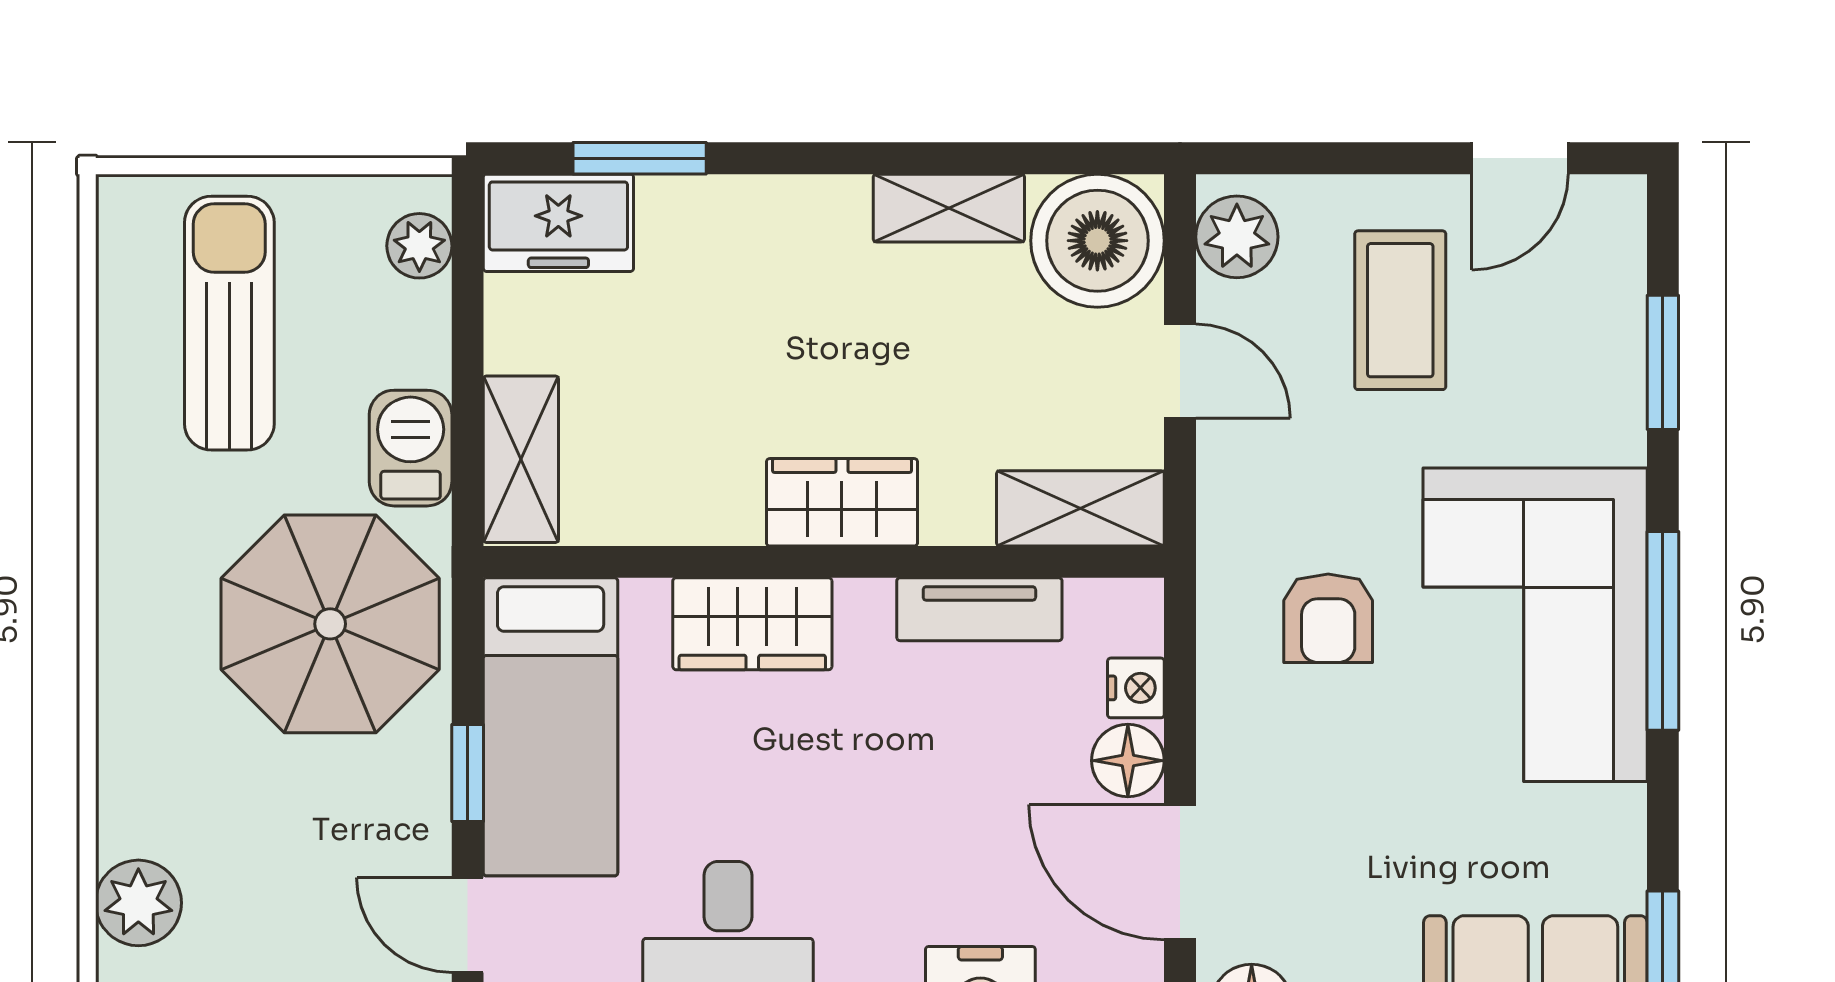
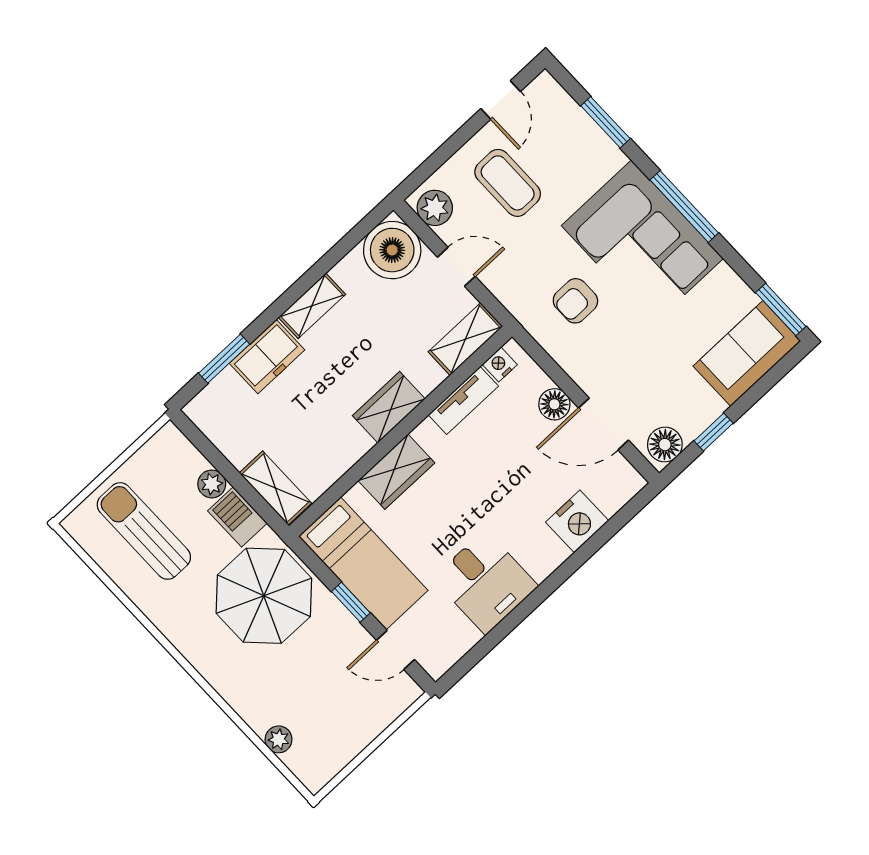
shelving: (949, 208) -> (312, 306), moved
freezer: (558, 223) -> (267, 357), moved
plant: (419, 246) -> (212, 484), moved
armchair: (1328, 618) -> (575, 301), turned 90
nightstand: (1136, 688) -> (500, 364), moved, turned -90
plant: (138, 903) -> (279, 739), width x0.73, depth x0.73

